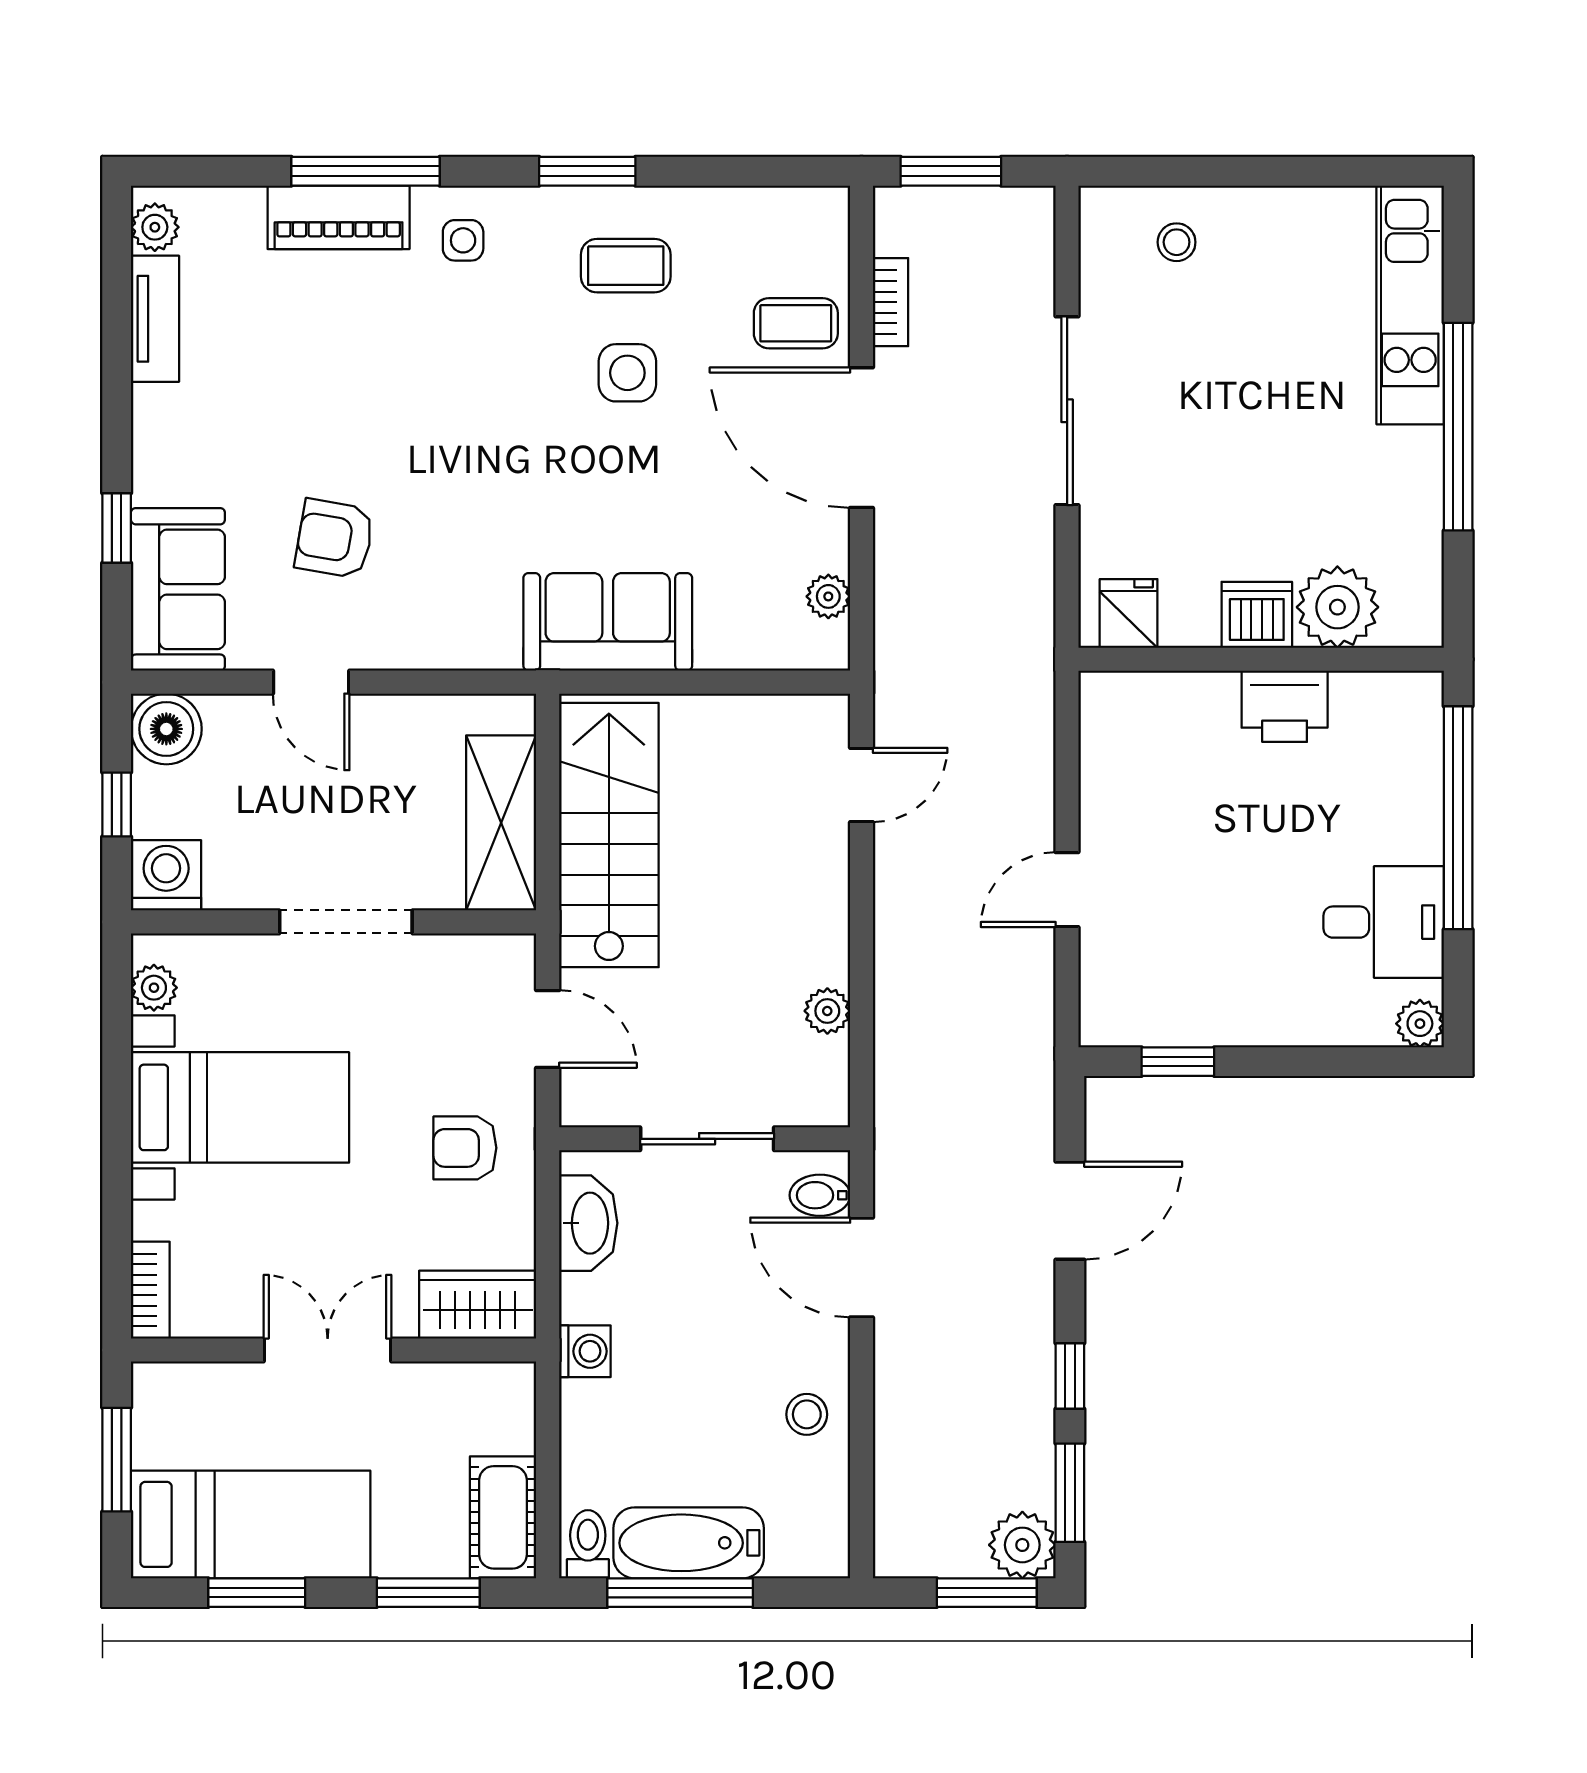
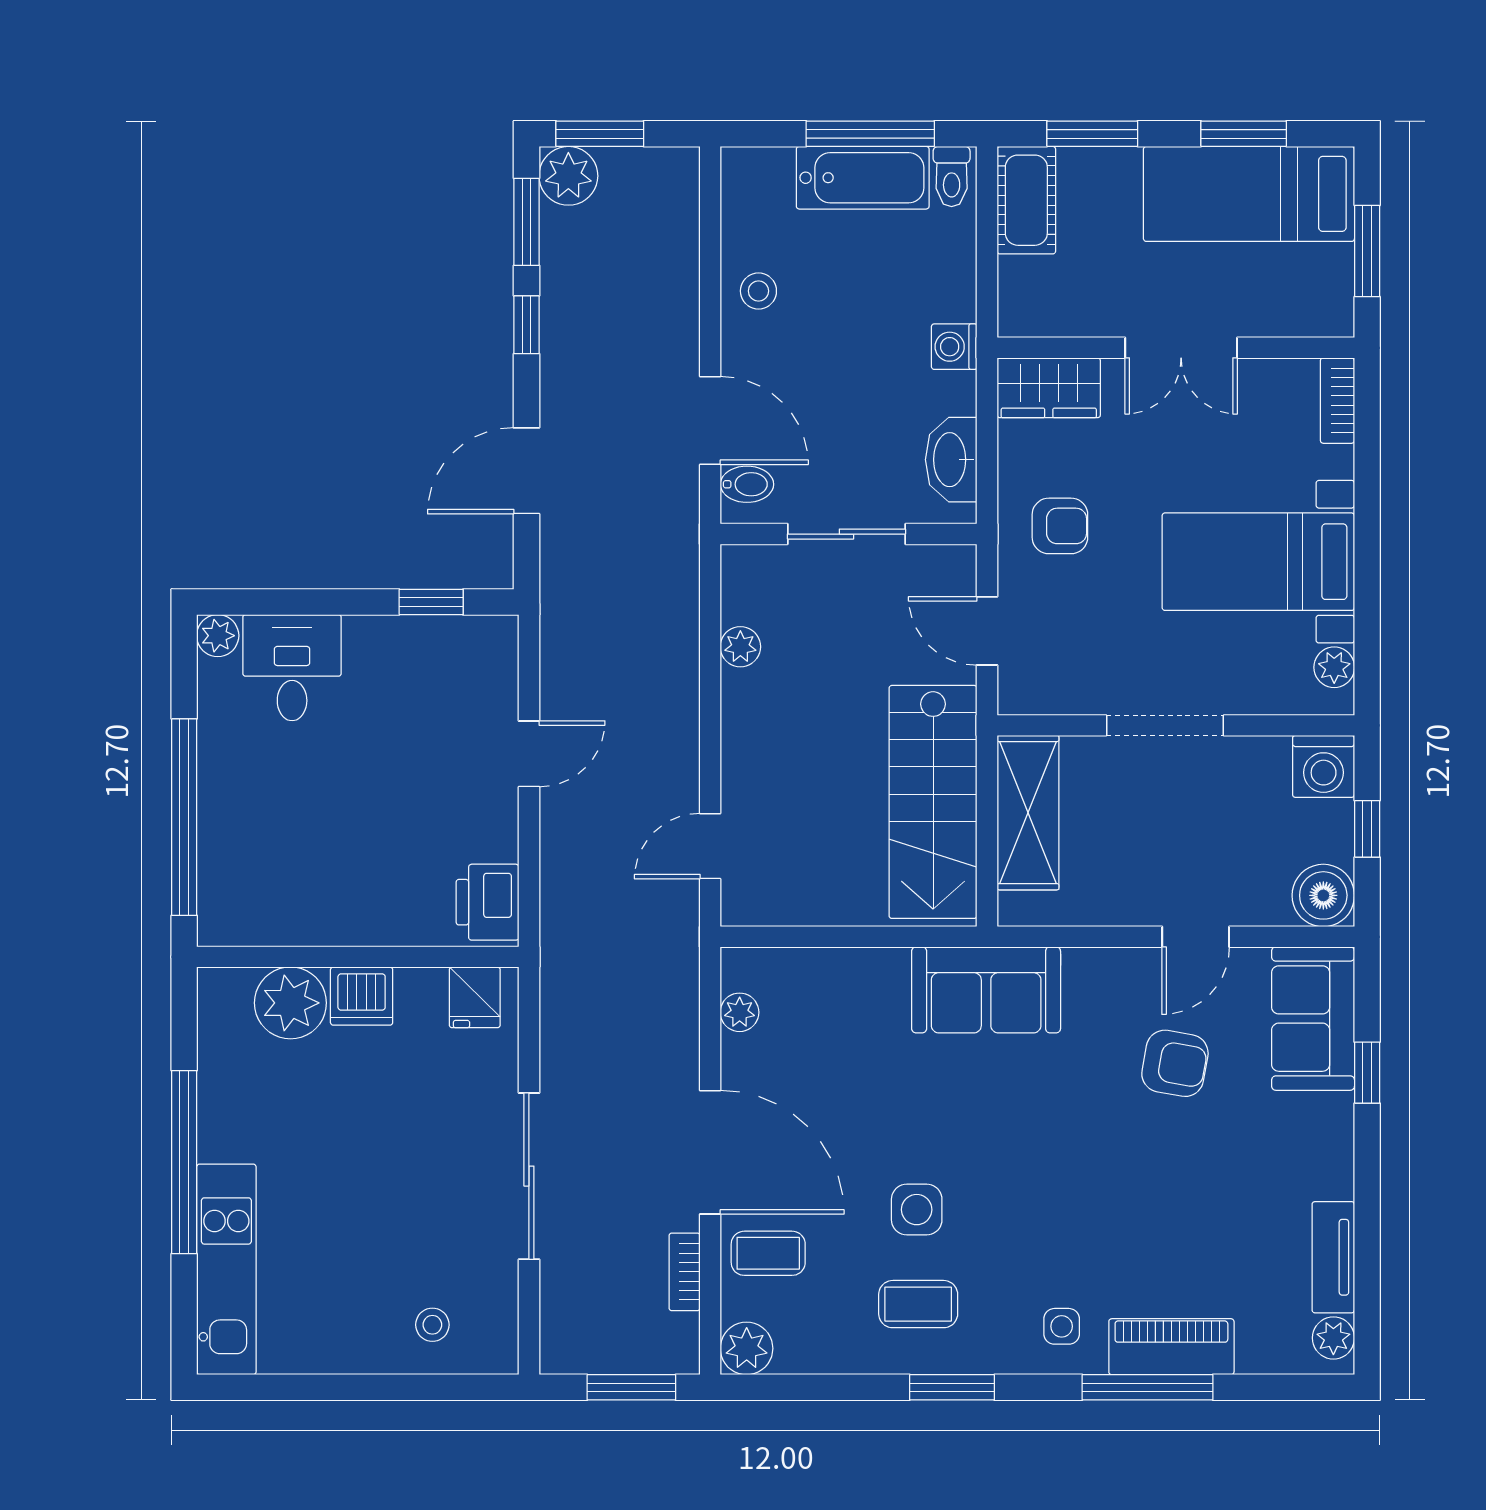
plant: (820, 215) -> (747, 1348), added
sofa: (608, 622) -> (986, 990), moved
door: (311, 682) -> (1196, 937), swing flipped
printer: (1285, 706) -> (487, 902), moved, turned -90
desk: (1384, 922) -> (292, 668), moved, turned 90

